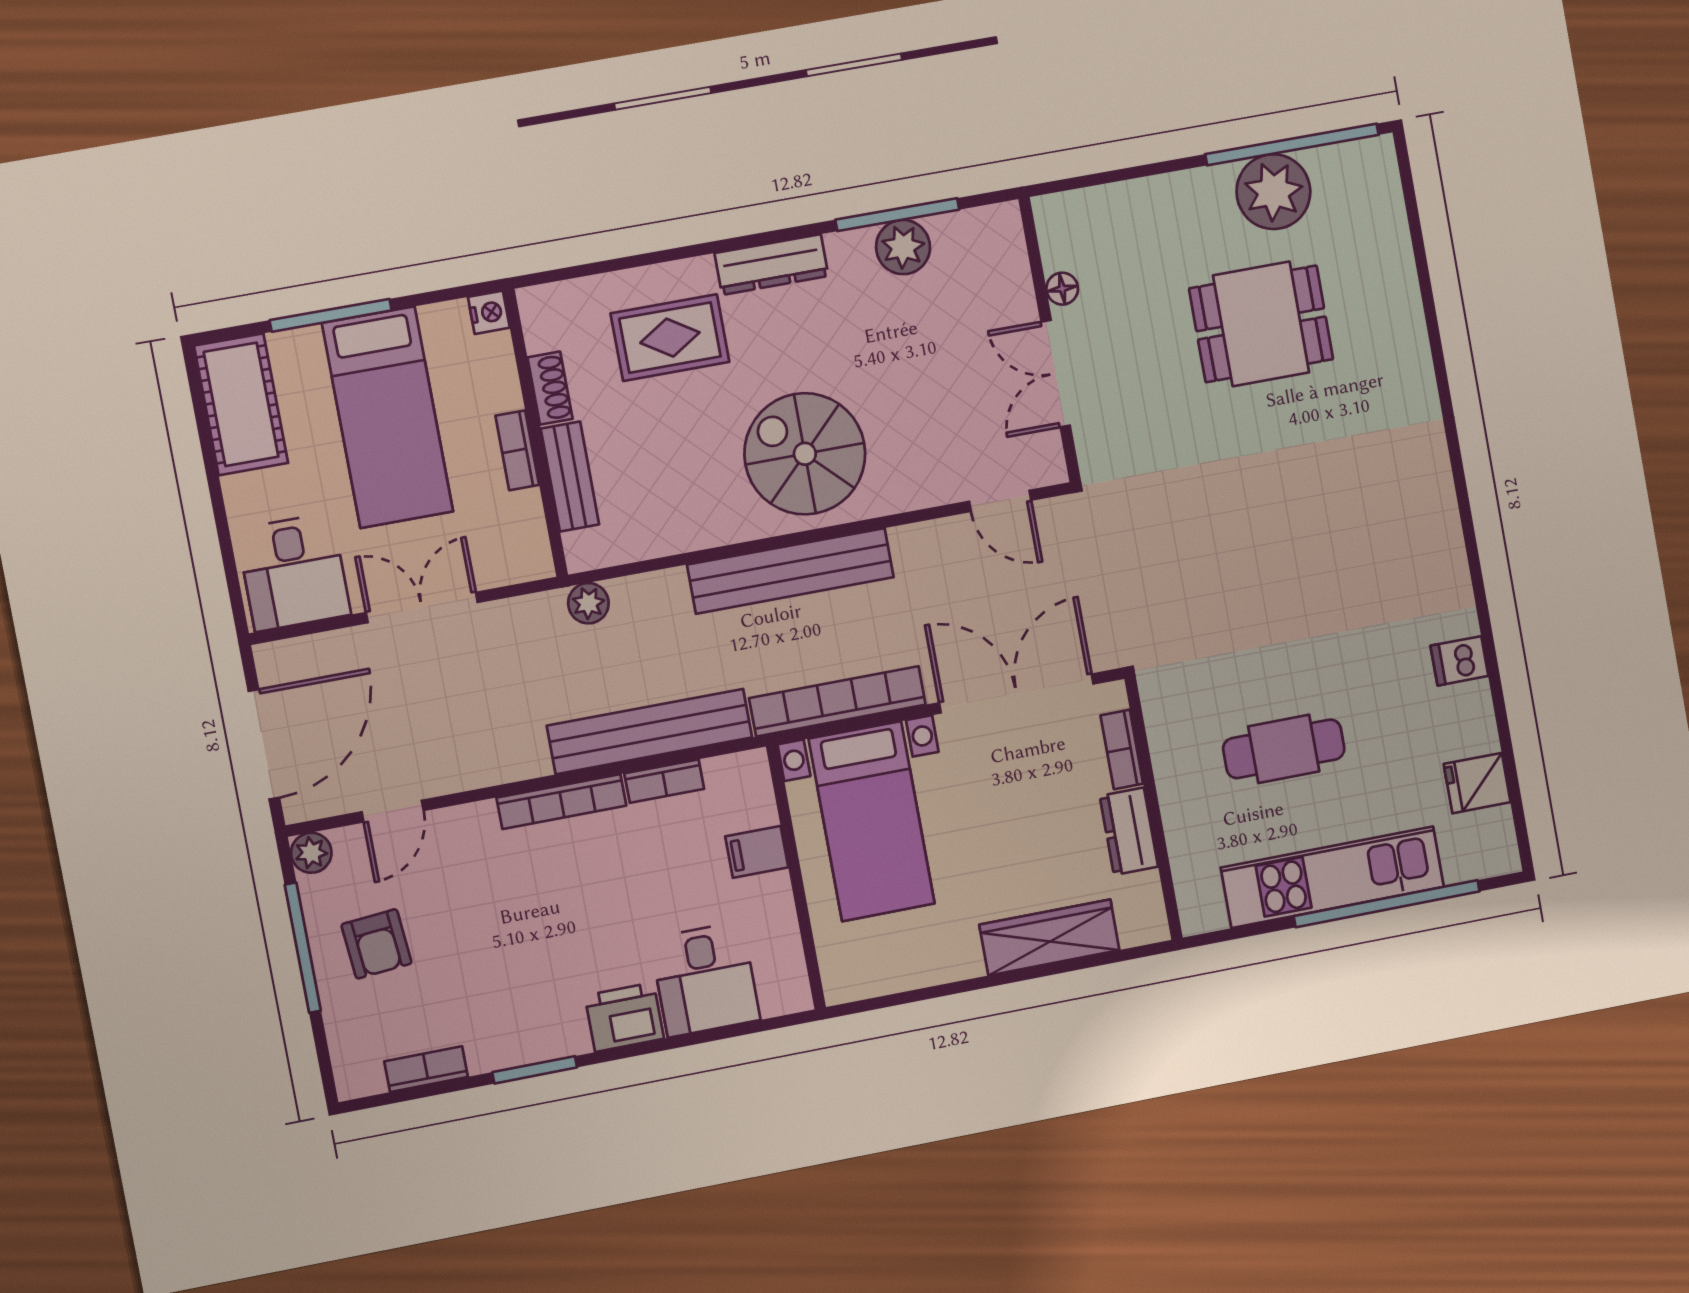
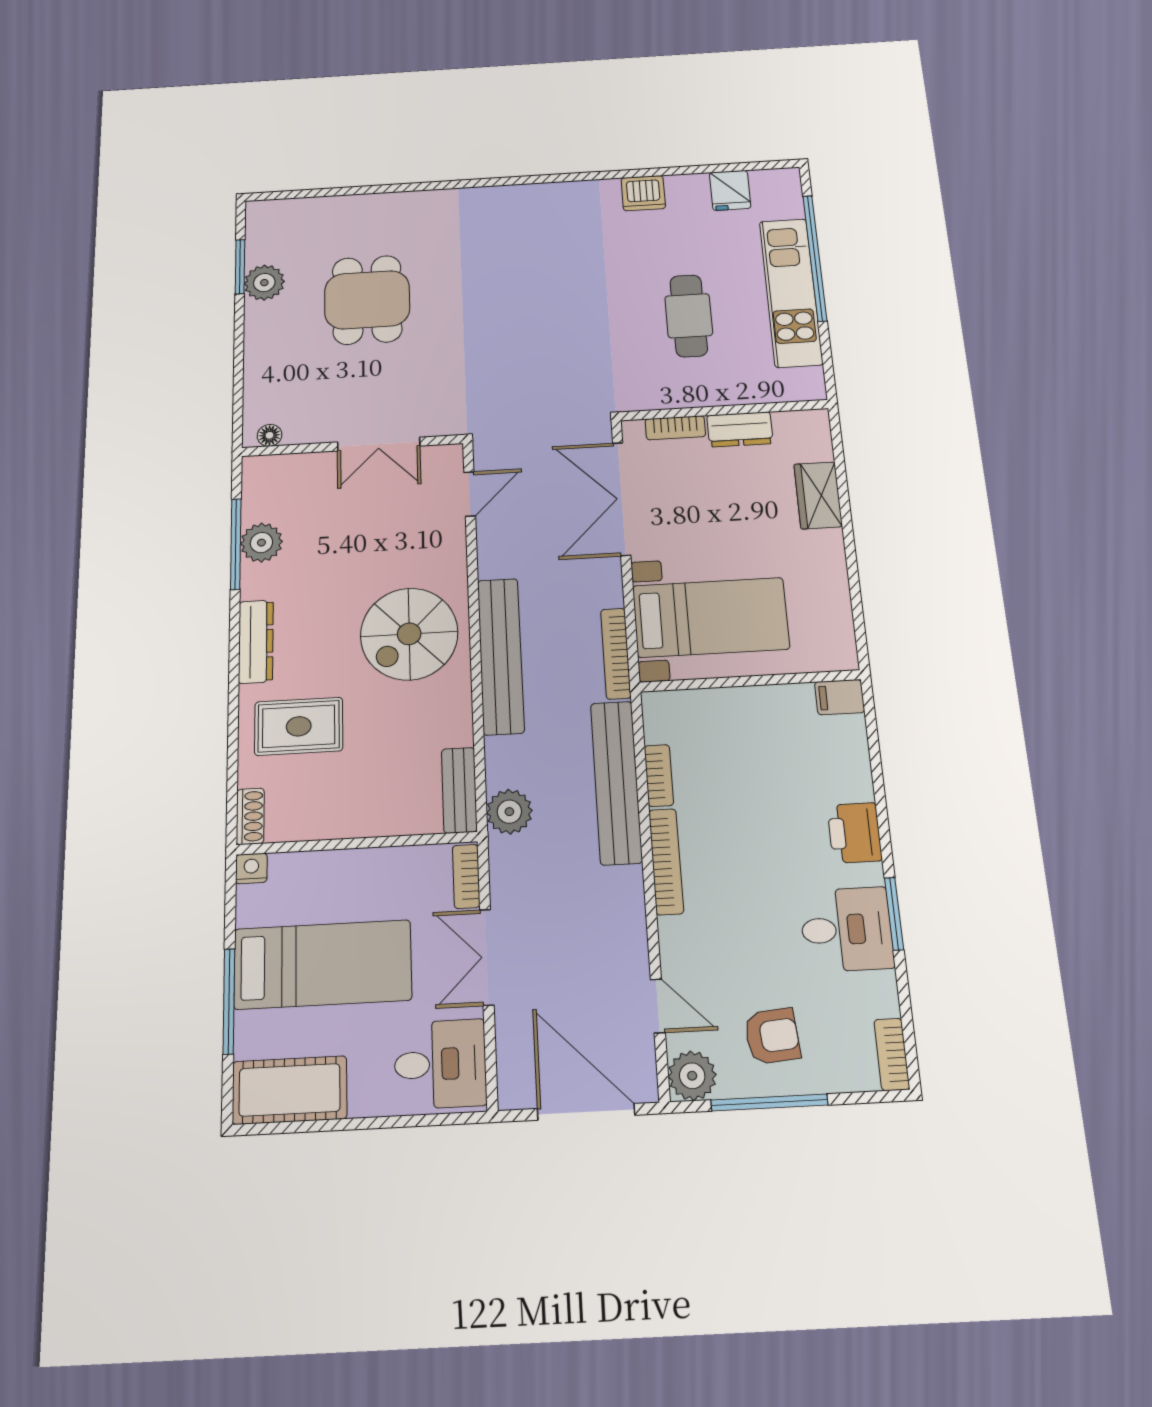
window: (1292, 144) -> (240, 267), width x0.47
plant: (1273, 192) -> (264, 283), width x0.73, depth x0.73
floor lamp: (1062, 289) -> (270, 435), moved
rug: (670, 338) -> (299, 726), turned 90
shoe rack: (550, 388) -> (250, 816), moved, turned 90
bookcase: (517, 450) -> (466, 876), moved, turned 90
bench: (570, 476) -> (459, 790), moved, turned 90
plant: (588, 603) -> (509, 812), width x1.38, depth x1.38
dishwasher: (1459, 661) -> (643, 193), width x1.38
bookcase: (837, 701) -> (616, 654), width x0.68, depth x0.76
filing cabinet: (757, 852) -> (840, 697), moved, turned 90
plant: (311, 853) -> (692, 1076), width x1.38, depth x1.38
wardrobe: (1049, 937) -> (818, 495), width x0.67
desk: (705, 979) -> (847, 929), moved
bookcase: (426, 1069) -> (892, 1054), moved

